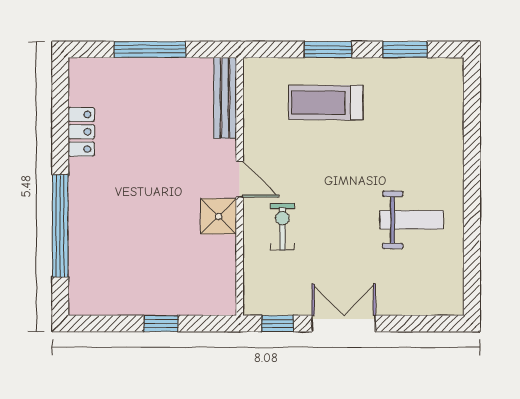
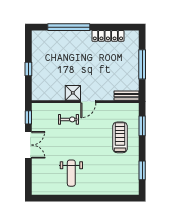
window: (328, 49) -> (142, 126), moved
bench: (225, 98) -> (126, 96), width x0.73
locker: (81, 132) -> (108, 36), width x1.53

